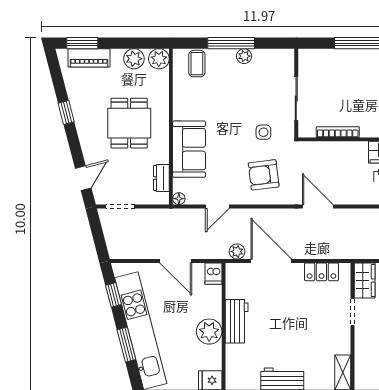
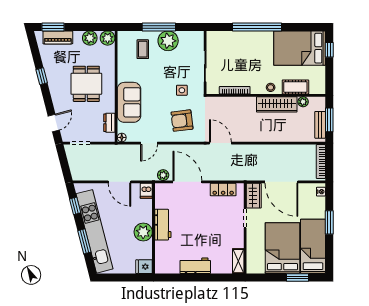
plant: (244, 56) -> (168, 41), width x1.88, depth x1.88
coffee table: (197, 64) -> (143, 49), moved

